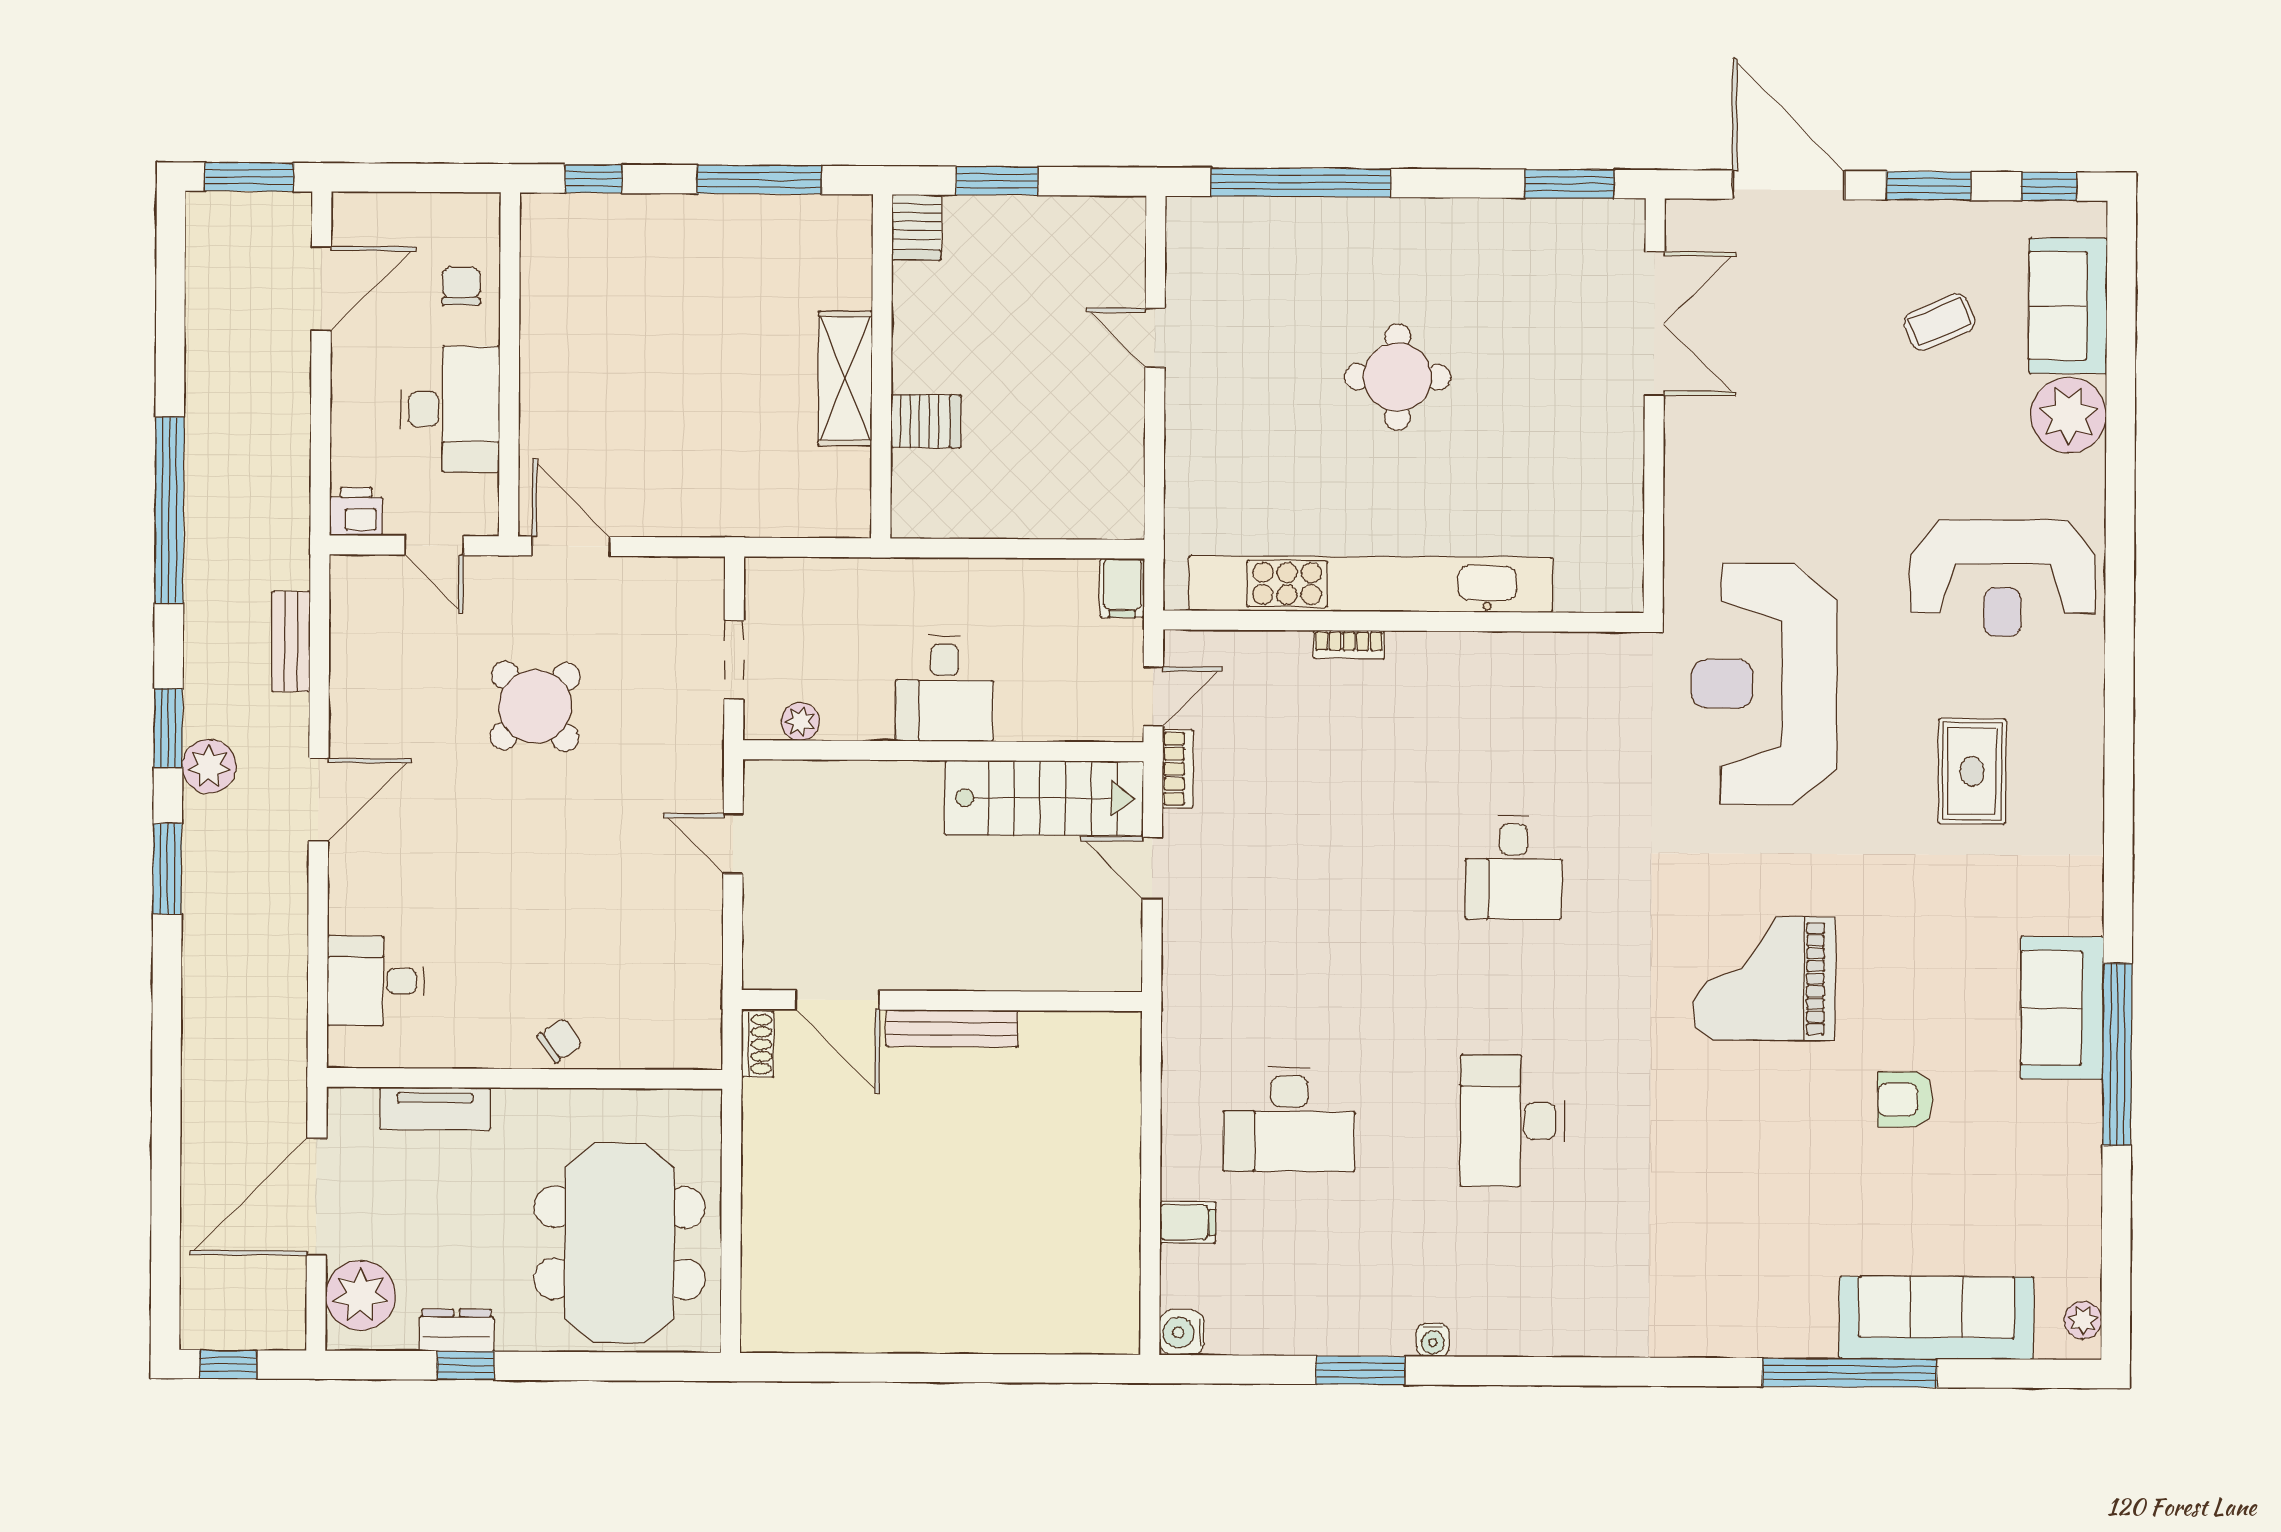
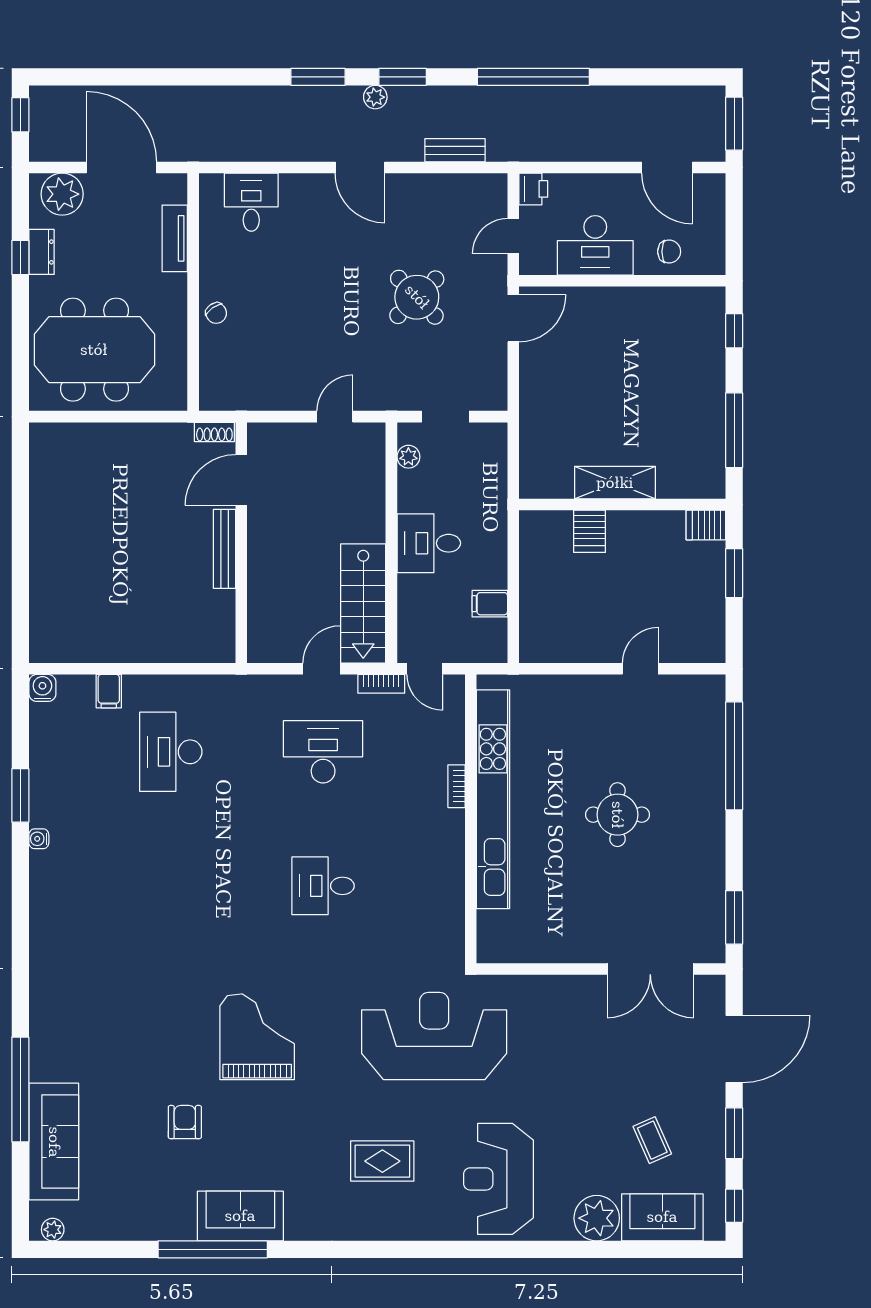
filing cabinet: (1122, 588) -> (490, 604), moved
plant: (209, 766) -> (375, 97), width x0.73, depth x0.73
desk: (1512, 1121) -> (323, 752), moved

